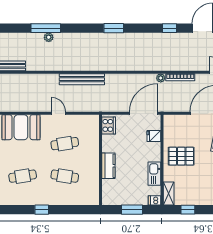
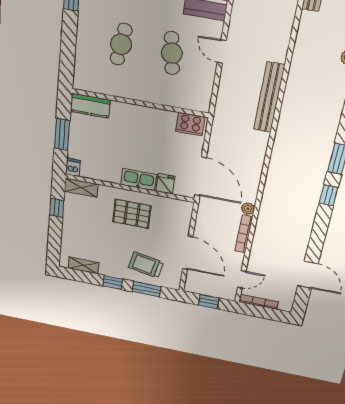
window: (169, 28) -> (329, 195), moved
door: (58, 113) -> (222, 51), swing flipped
pallet: (181, 156) -> (132, 214), turned 90
kitchen counter: (108, 166) -> (90, 106), moved
kitchen sink: (154, 174) -> (139, 180), moved

